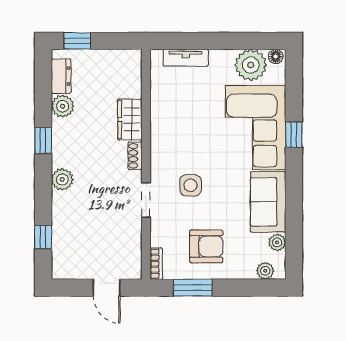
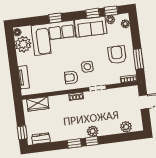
plant: (63, 106) -> (126, 127), moved
wardrobe: (130, 119) -> (38, 104), moved
armchair: (173, 151) -> (71, 77), added
window: (294, 209) -> (93, 13), added
window: (43, 237) -> (92, 141), moved
window: (294, 246) -> (111, 11), added

